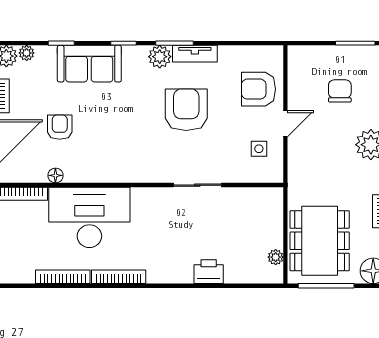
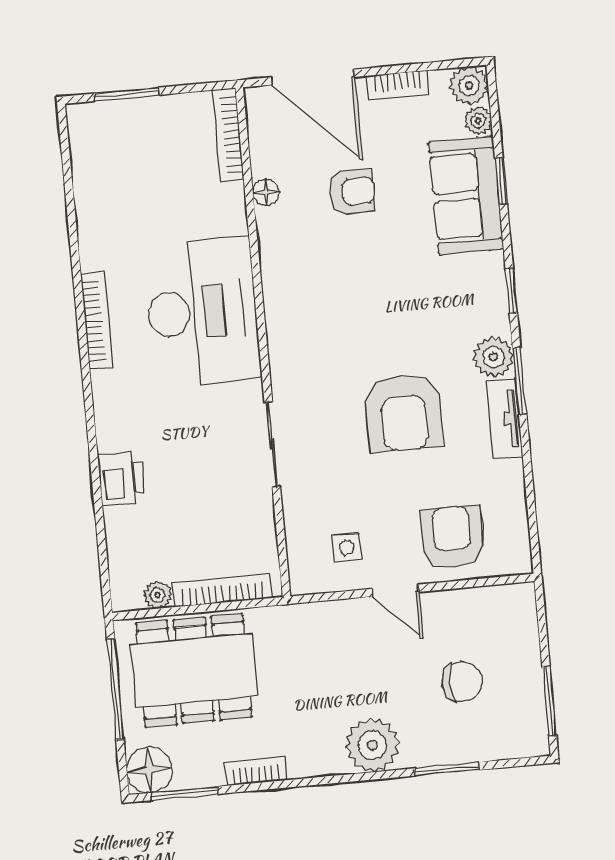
sofa: (89, 64) -> (466, 195), moved
armchair: (186, 110) -> (404, 413), turned 90
desk: (89, 217) -> (202, 312), moved
bookcase: (63, 277) -> (222, 590), moved, turned -90

